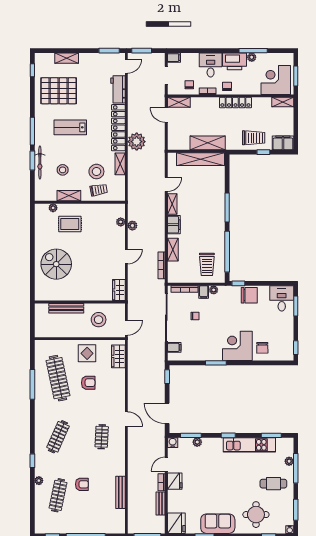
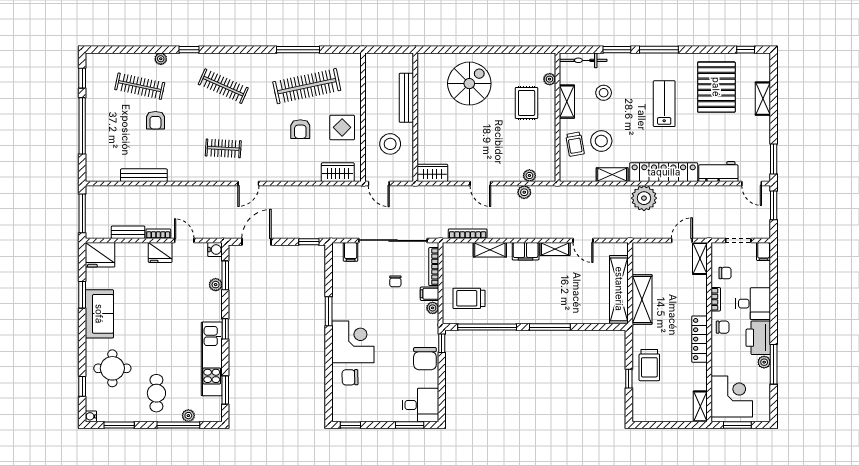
filing cabinet: (283, 143) -> (642, 407), removed
bicycle: (40, 162) -> (583, 60), moved

